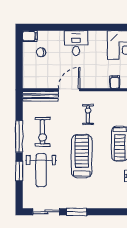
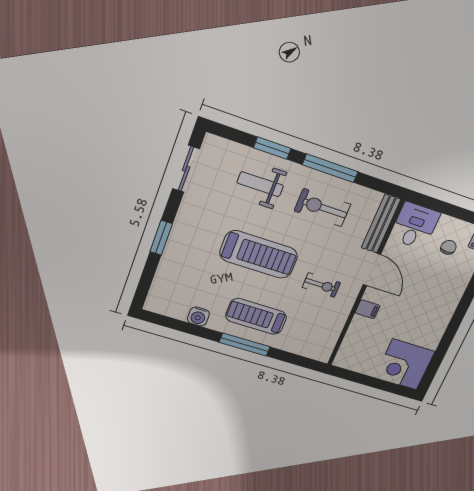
desk: (76, 43) -> (415, 226), moved, turned -90
filing cabinet: (115, 82) -> (368, 309), moved
weight bench: (41, 170) -> (260, 184), width x0.73, depth x0.75
window: (77, 212) -> (161, 238), moved

